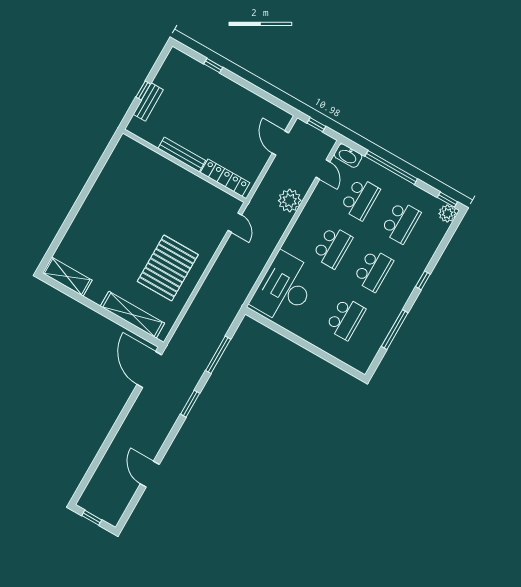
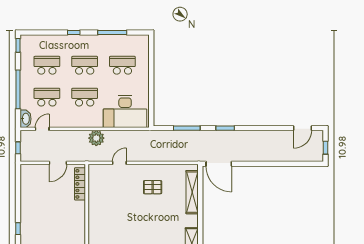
door: (280, 143) -> (58, 163), moved
bench: (182, 154) -> (81, 217), removed
plant: (290, 200) -> (96, 138), moved
plant: (447, 213) -> (26, 41), removed
door: (235, 223) -> (119, 163), moved
pallet: (168, 268) -> (153, 187), width x0.49, depth x0.50
door: (149, 370) -> (219, 164), hinge flipped
door: (150, 474) -> (303, 128), moved

